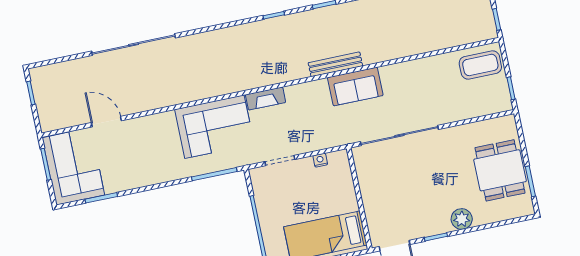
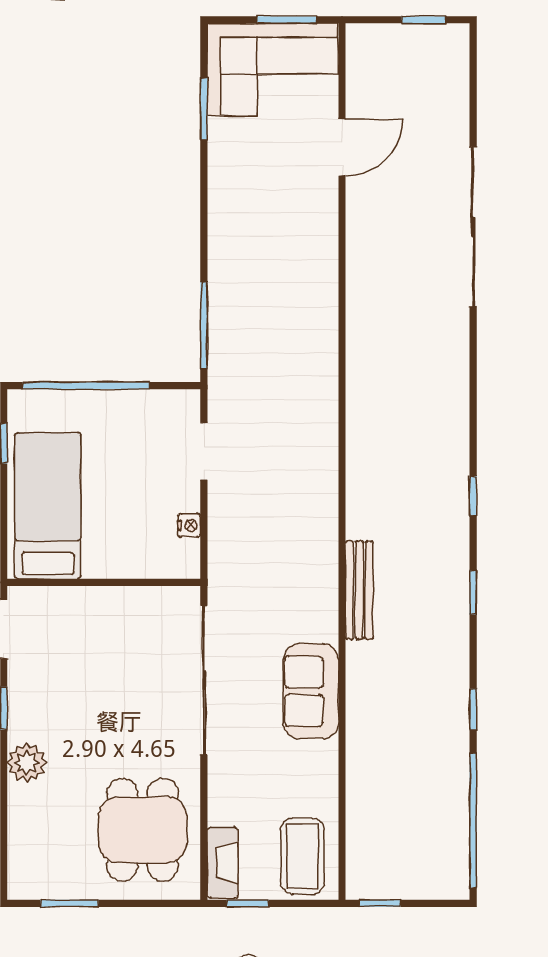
sofa: (355, 86) -> (311, 691), moved
fireplace: (266, 98) -> (223, 863), moved, turned 180
corner sofa: (214, 127) -> (291, 344), removed
dining table: (500, 170) -> (143, 830), moved, turned 90

